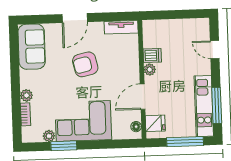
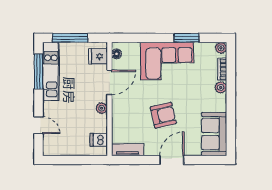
dishwasher: (152, 55) -> (99, 140), moved
plant: (49, 136) -> (221, 48), moved

